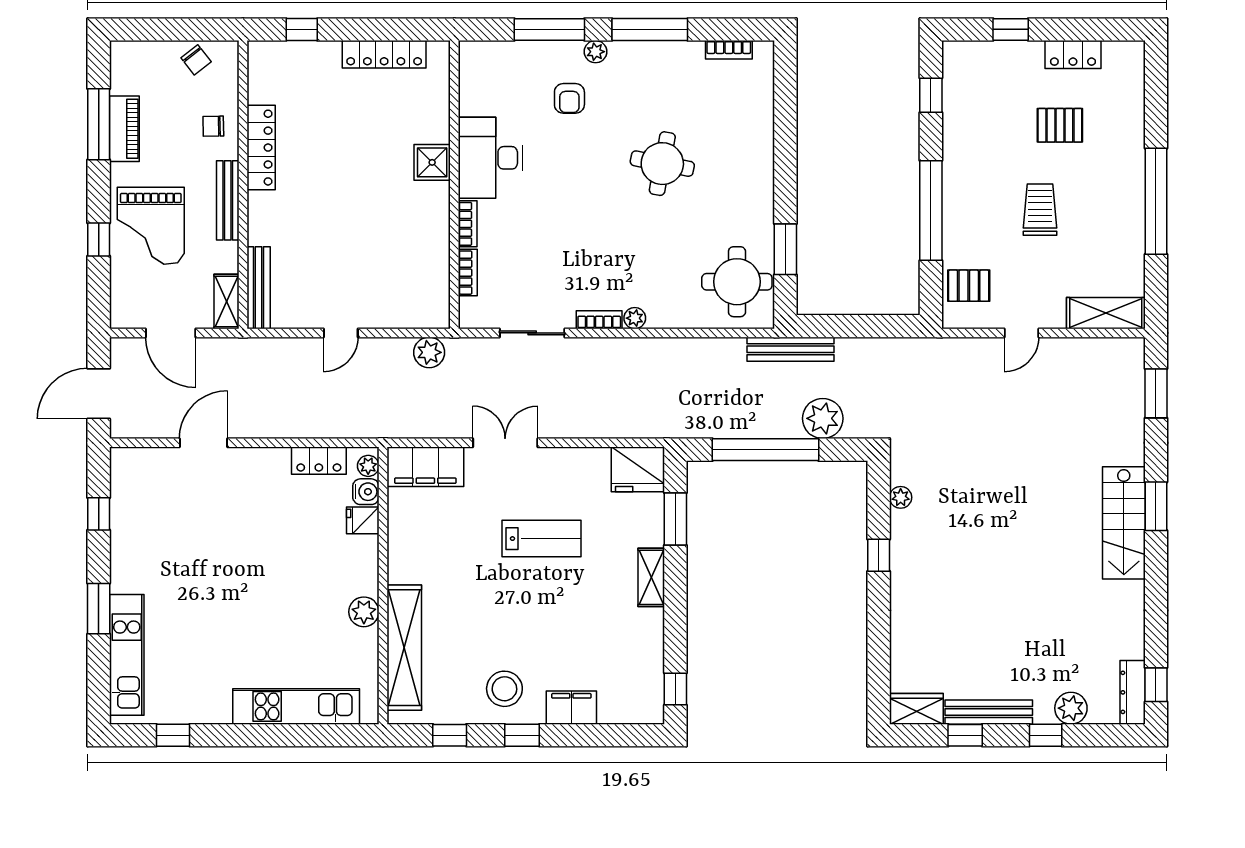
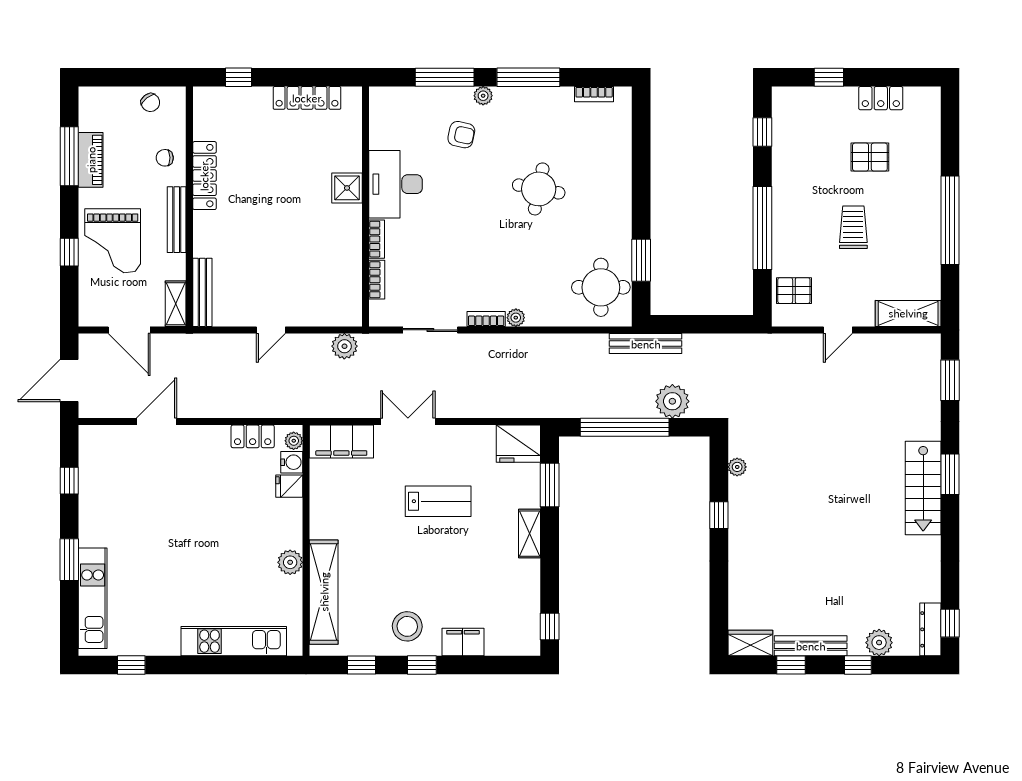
armchair: (569, 98) -> (461, 135), turned -78

